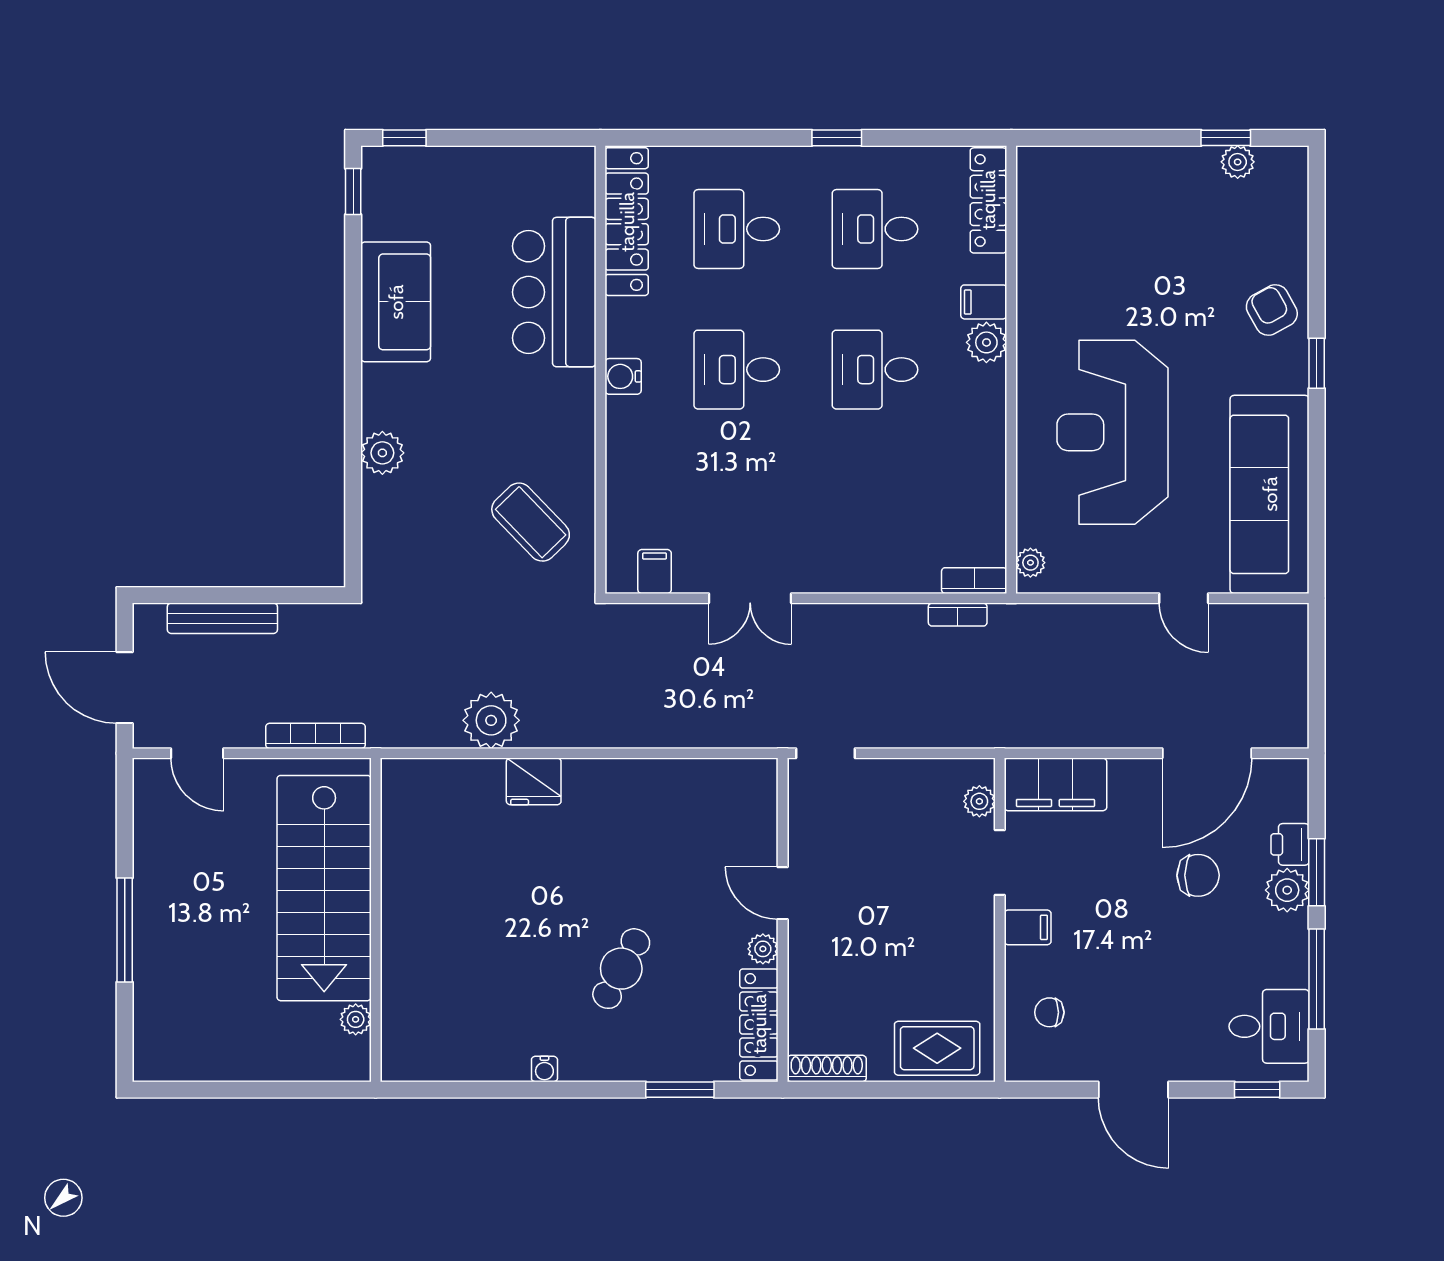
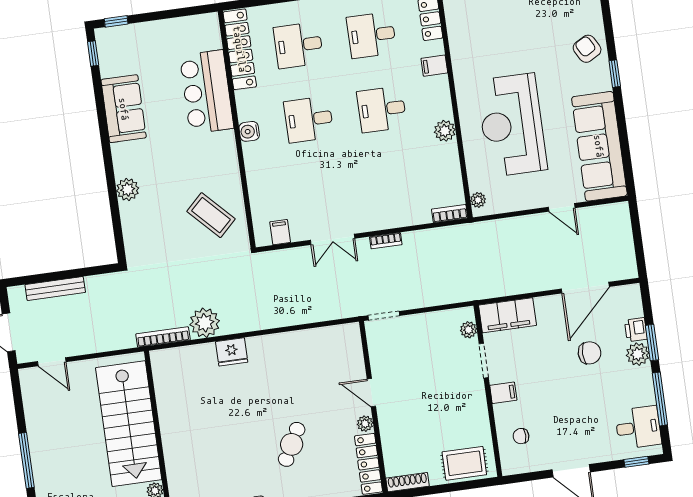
plant: (986, 342) -> (445, 131), moved
bookcase: (958, 615) -> (386, 241), moved
bookcase: (316, 736) -> (163, 337), moved

